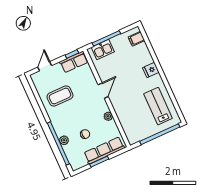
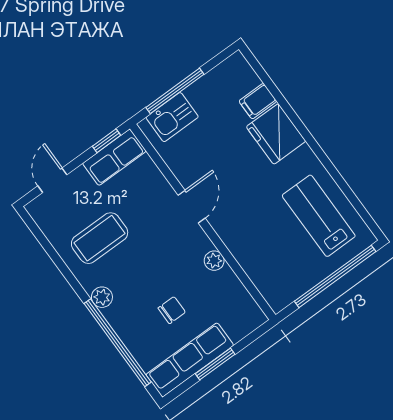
filing cabinet: (136, 39) -> (258, 101), moved
fridge: (151, 70) -> (276, 134), width x1.88, depth x1.34
plant: (64, 140) -> (102, 297), moved
row of seats: (104, 150) -> (190, 360), moved

